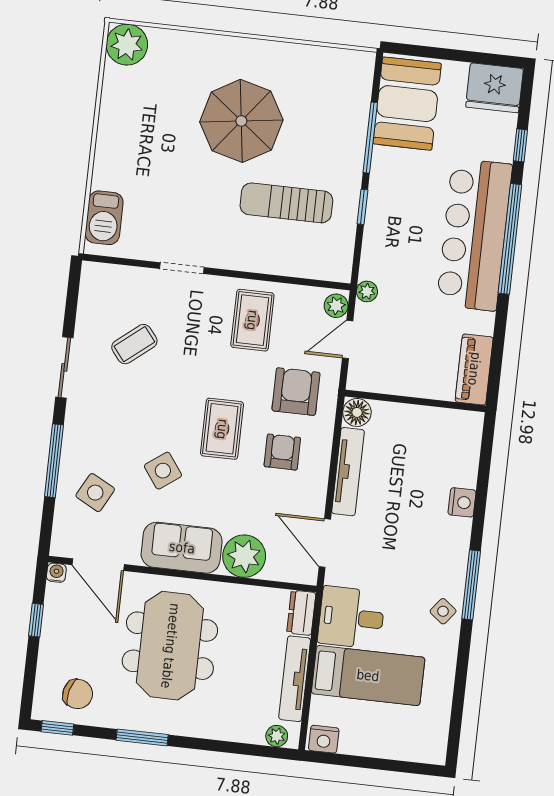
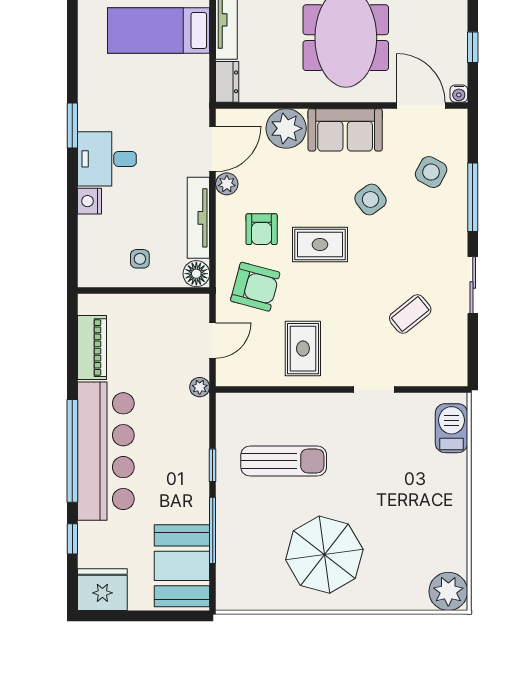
parasol: (241, 121) -> (324, 555), moved
plant: (336, 306) -> (227, 184), moved
piano: (474, 369) -> (92, 348), moved
armchair: (296, 392) -> (255, 287), turned -75
rug: (222, 429) -> (320, 245), turned 90
door: (325, 543) -> (213, 149), hinge flipped
window: (471, 585) -> (72, 125), width x0.69
side table: (443, 611) -> (140, 259), moved, turned -38
desk: (351, 617) -> (107, 159), moved, turned 180

